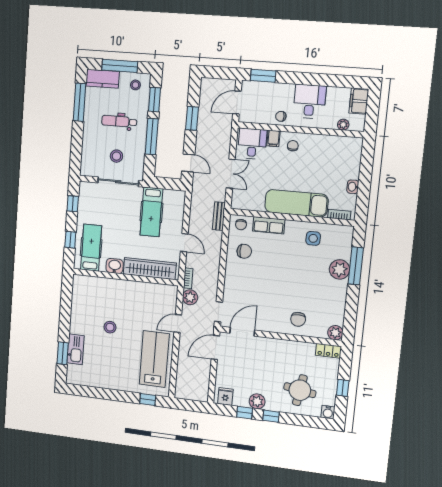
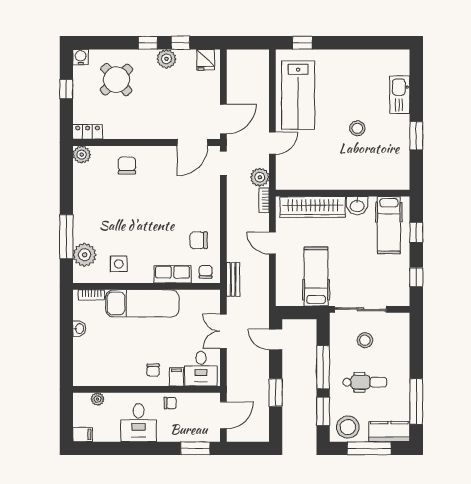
stool: (135, 85) -> (348, 427), width x1.89, depth x1.89
filing cabinet: (359, 101) -> (83, 434), width x0.50
plant: (339, 269) -> (85, 255), moved
window: (63, 353) -> (416, 136), moved
round table: (300, 390) -> (116, 80), turned 38

